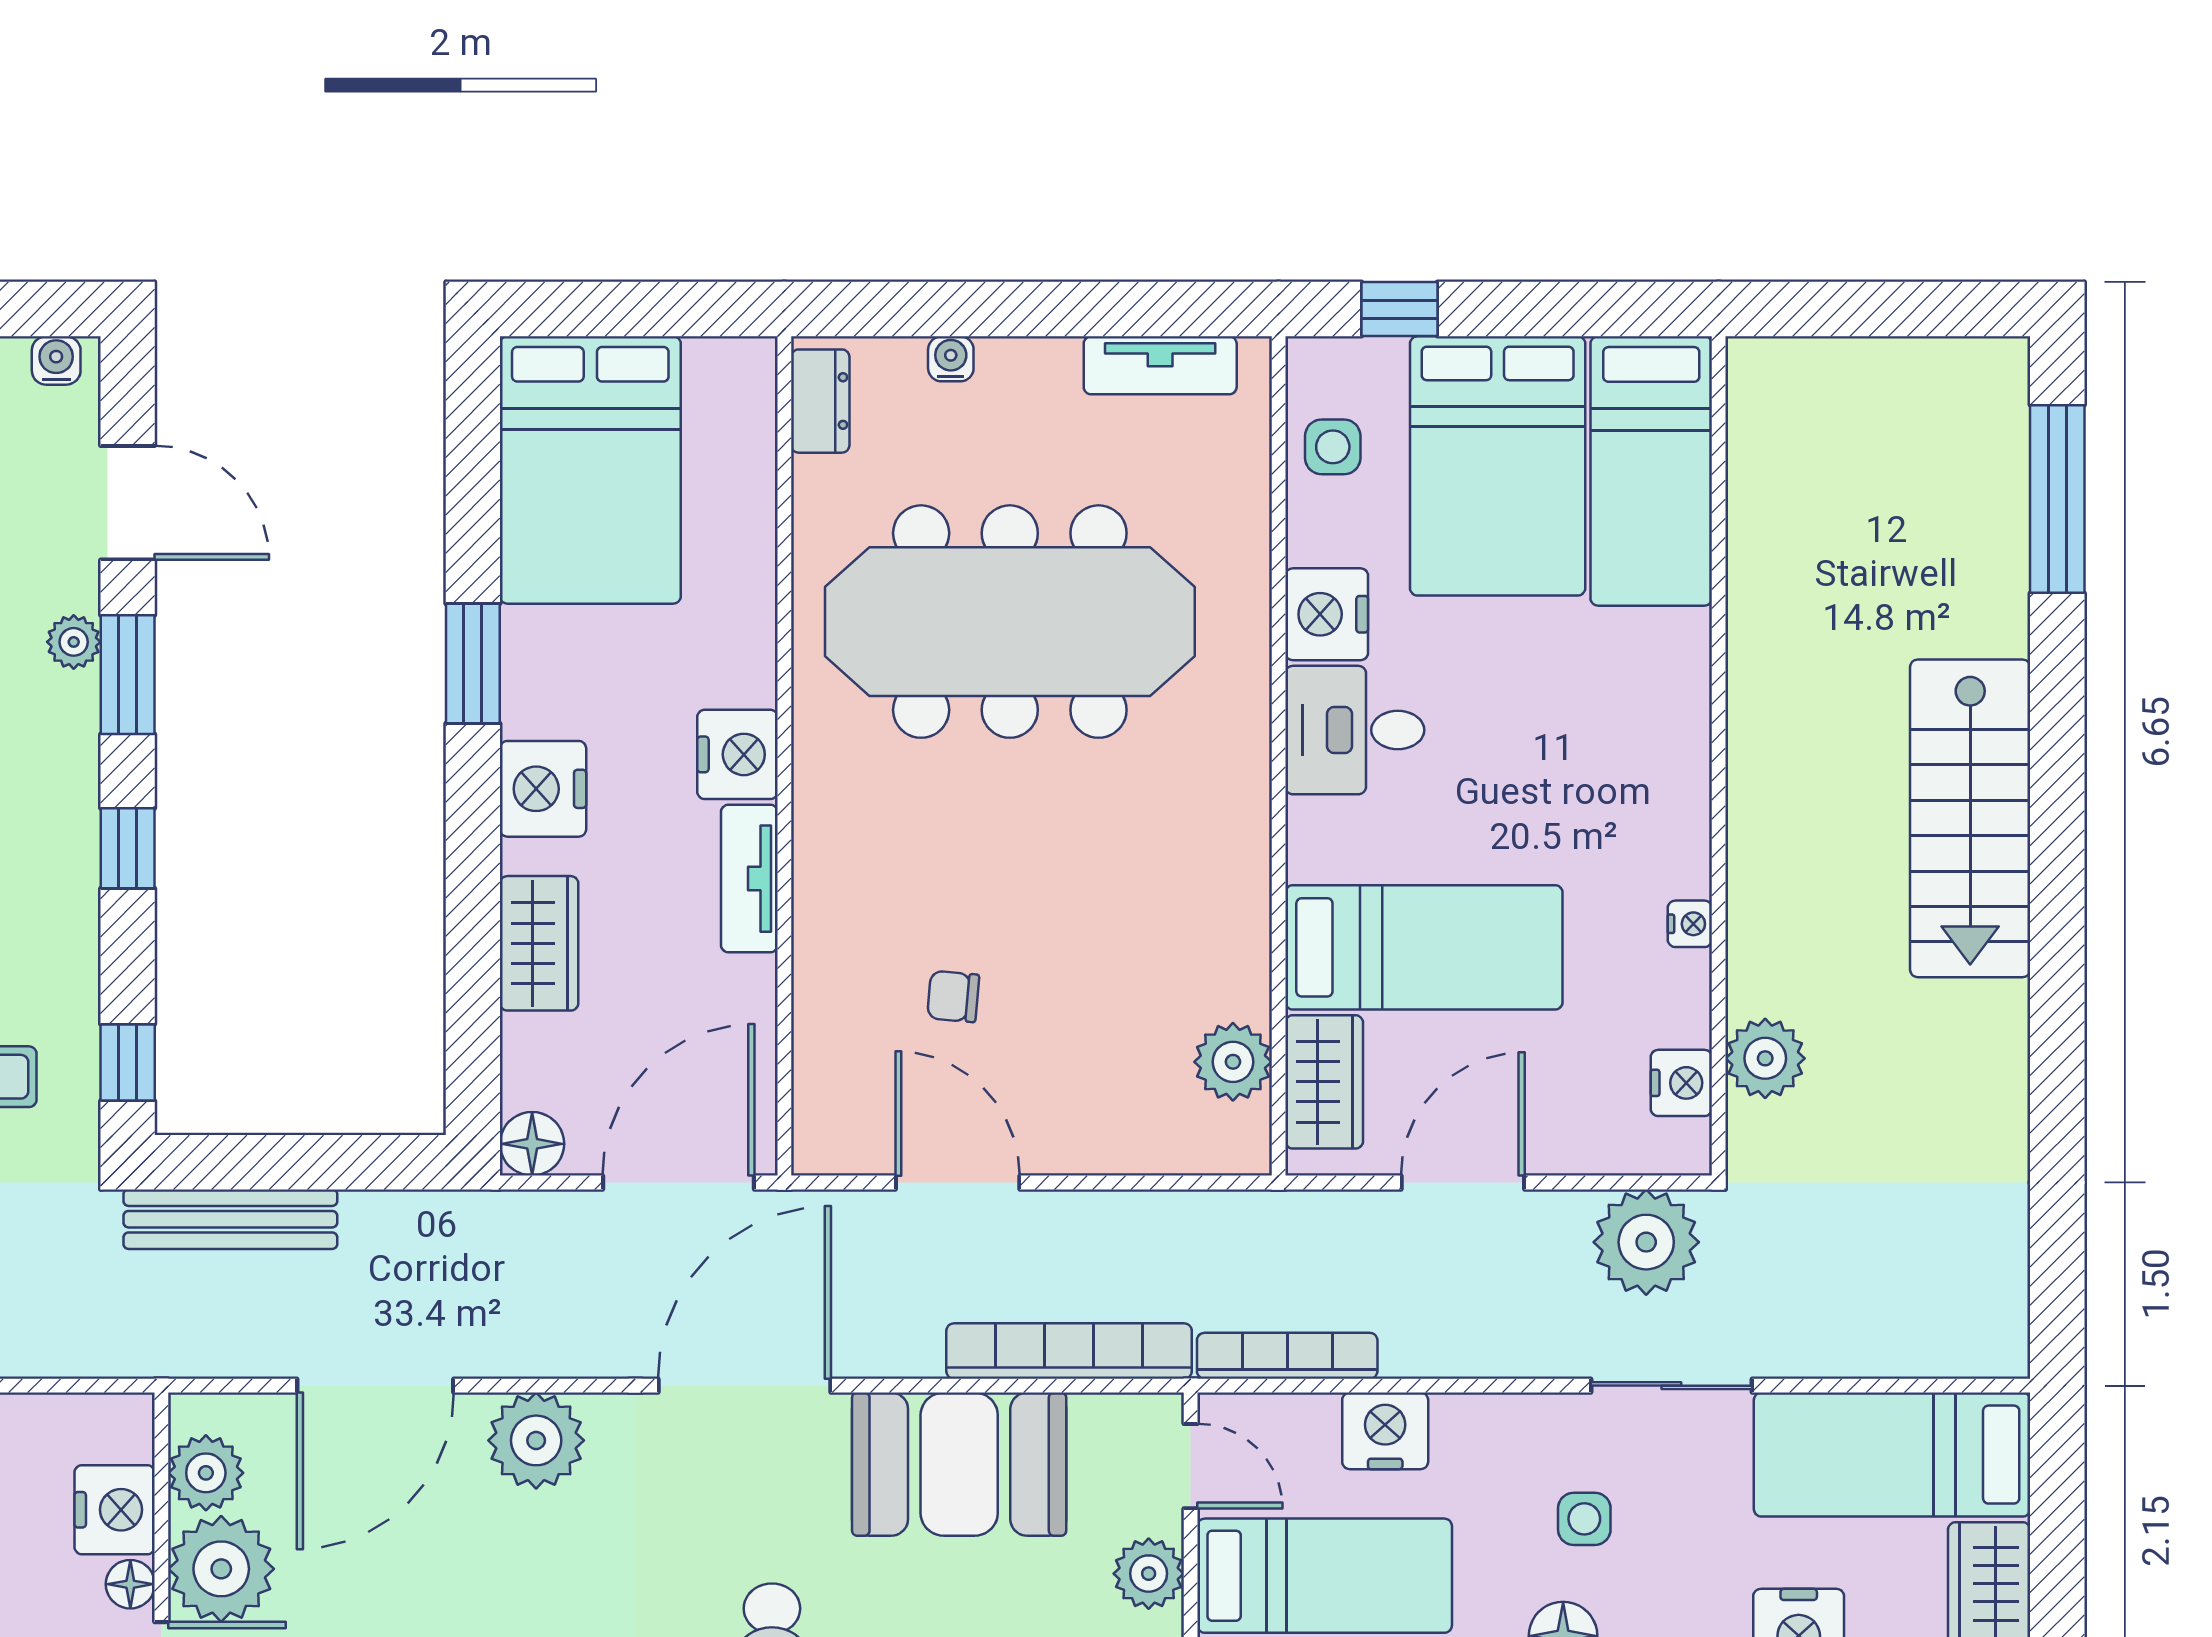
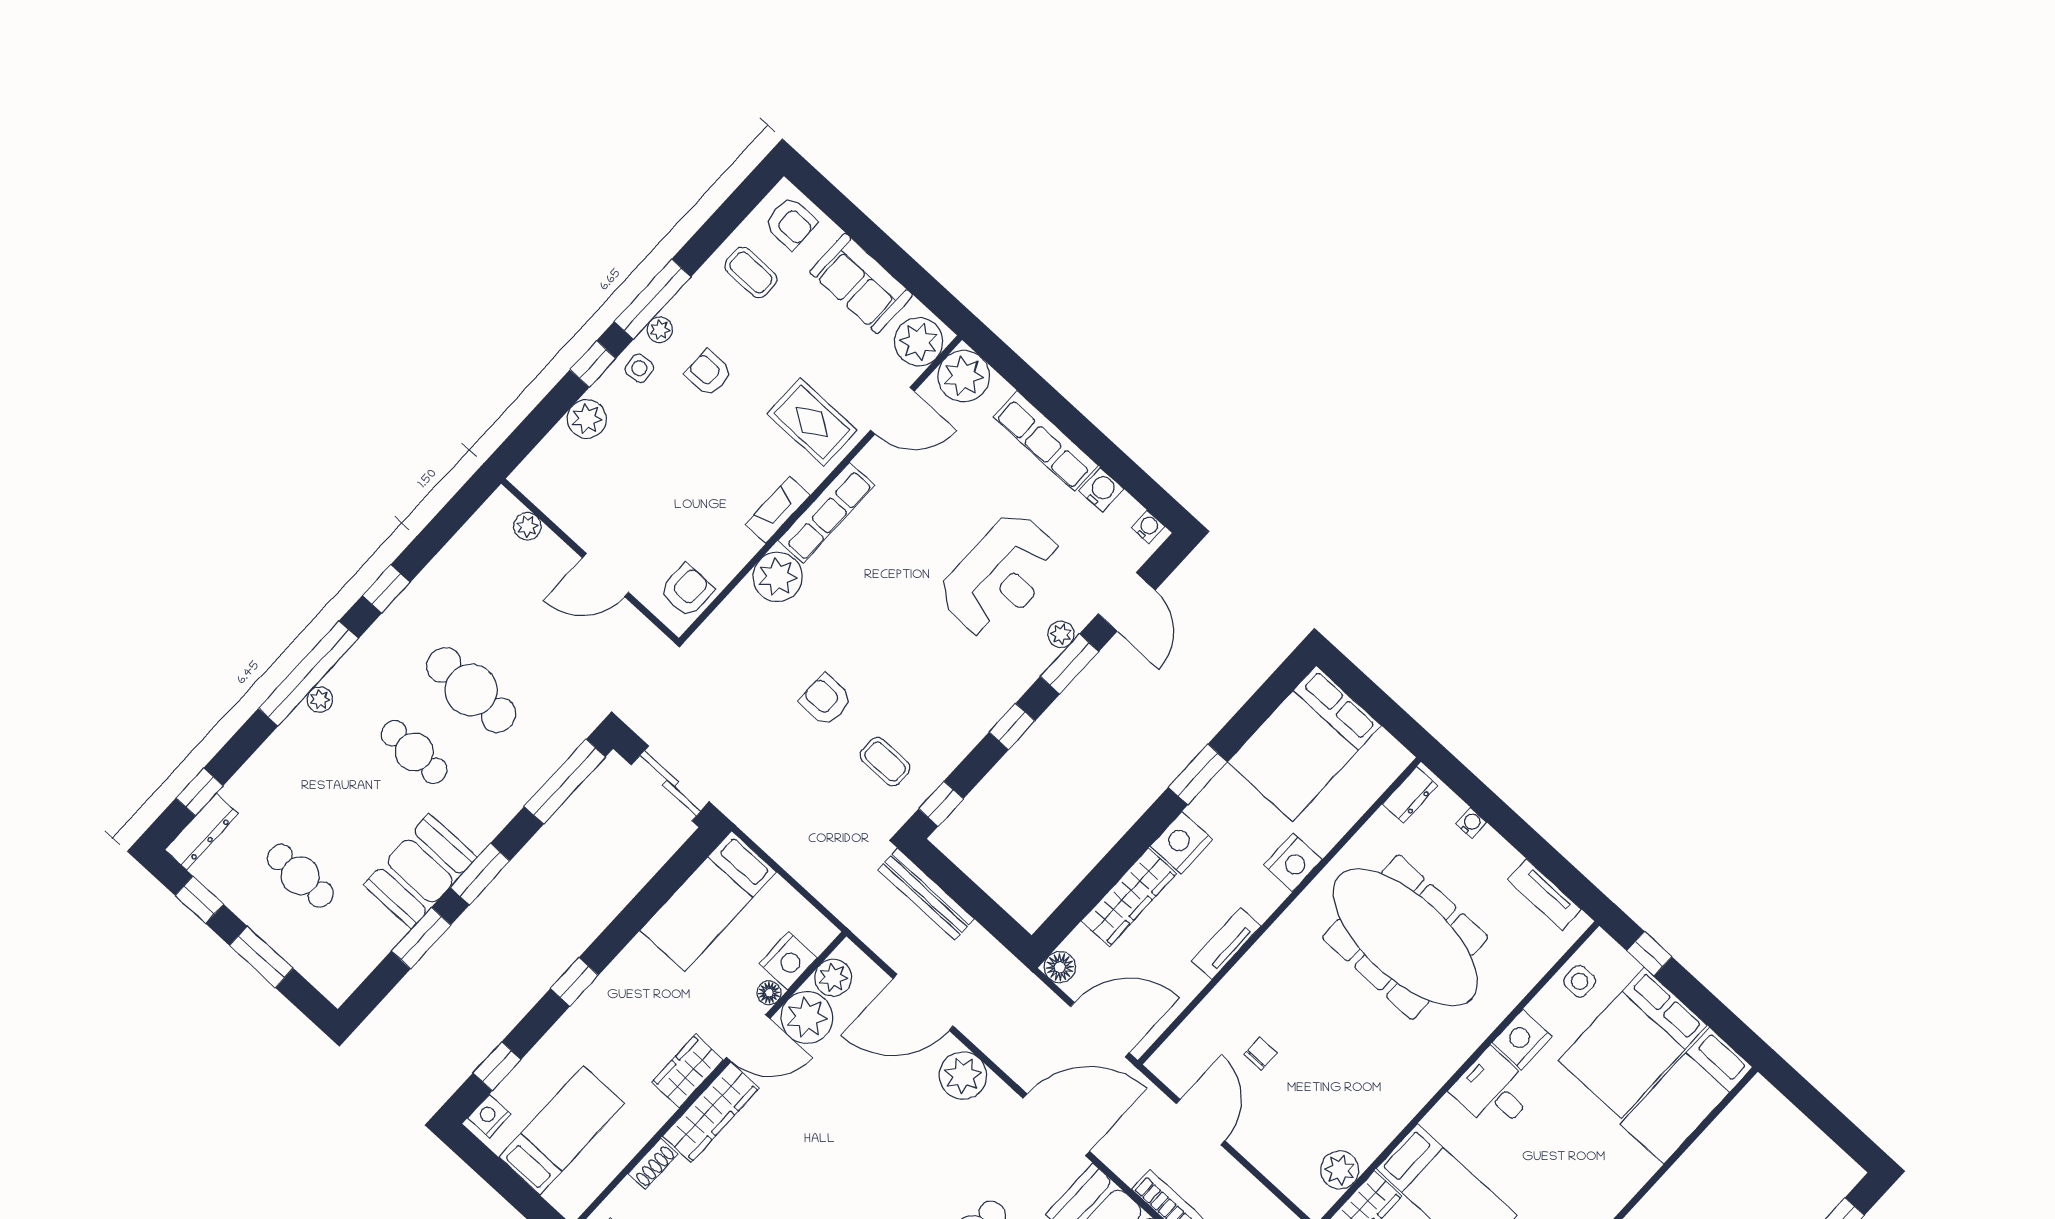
nightstand: (737, 754) -> (1293, 862), moved
wardrobe: (539, 943) -> (1129, 897), width x1.50
chair: (953, 996) -> (1261, 1054), turned 85

